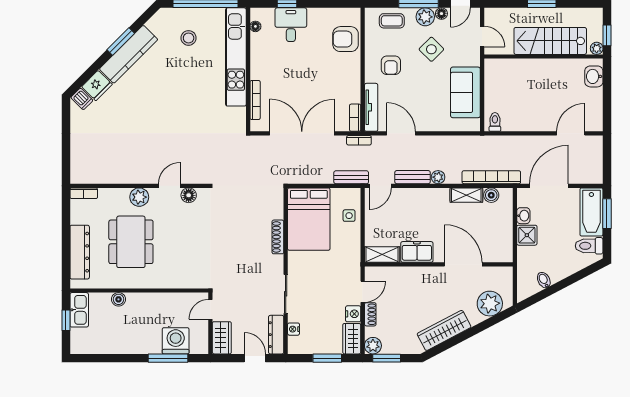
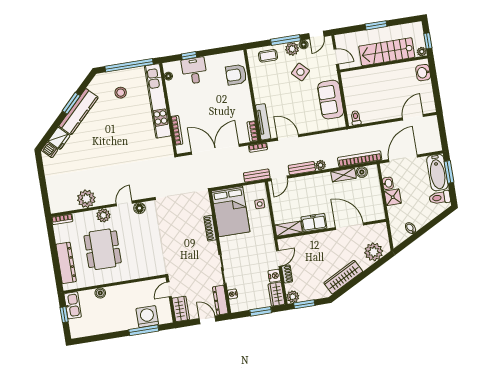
armchair: (391, 65) -> (273, 89), removed
plant: (120, 171) -> (86, 199), added

